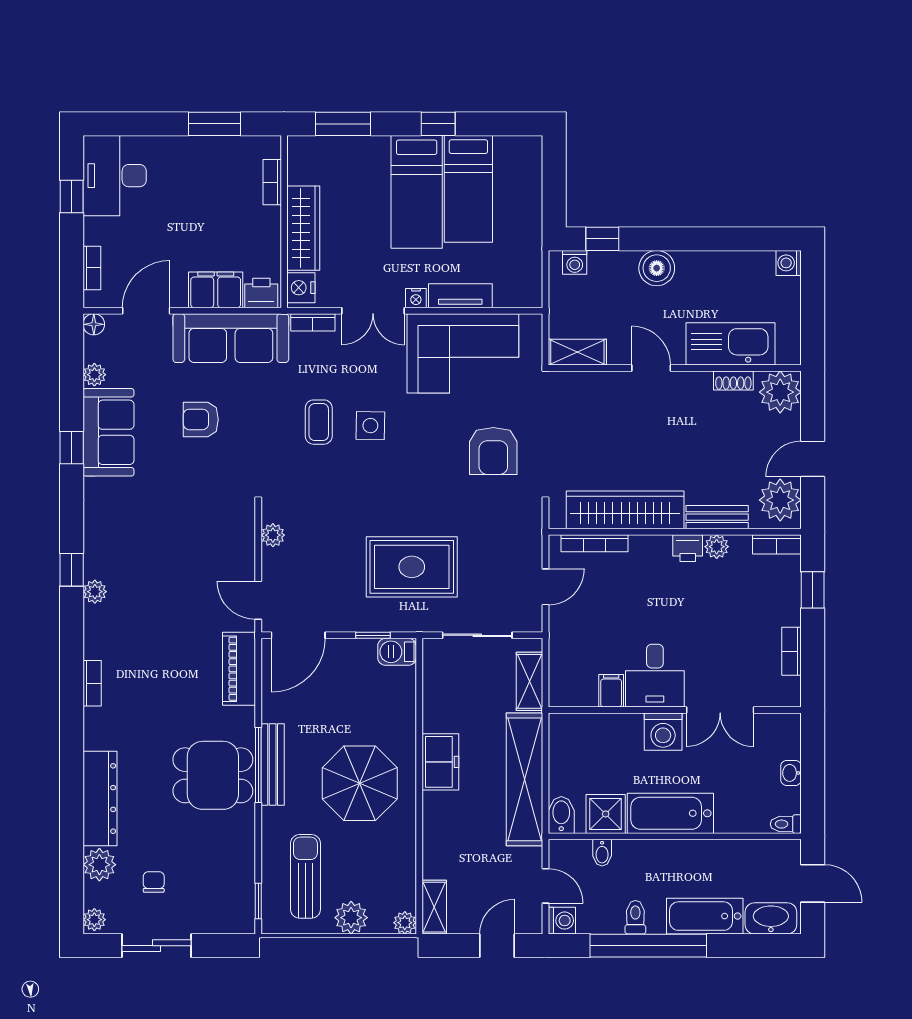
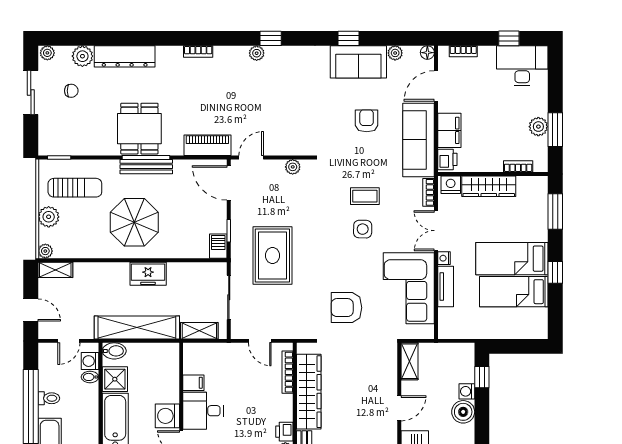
plant: (210, 150) -> (538, 127), added
washing machine: (575, 262) -> (467, 391), moved
door: (146, 311) -> (436, 86), swing flipped
washing machine: (562, 921) -> (90, 361), moved, turned 90

